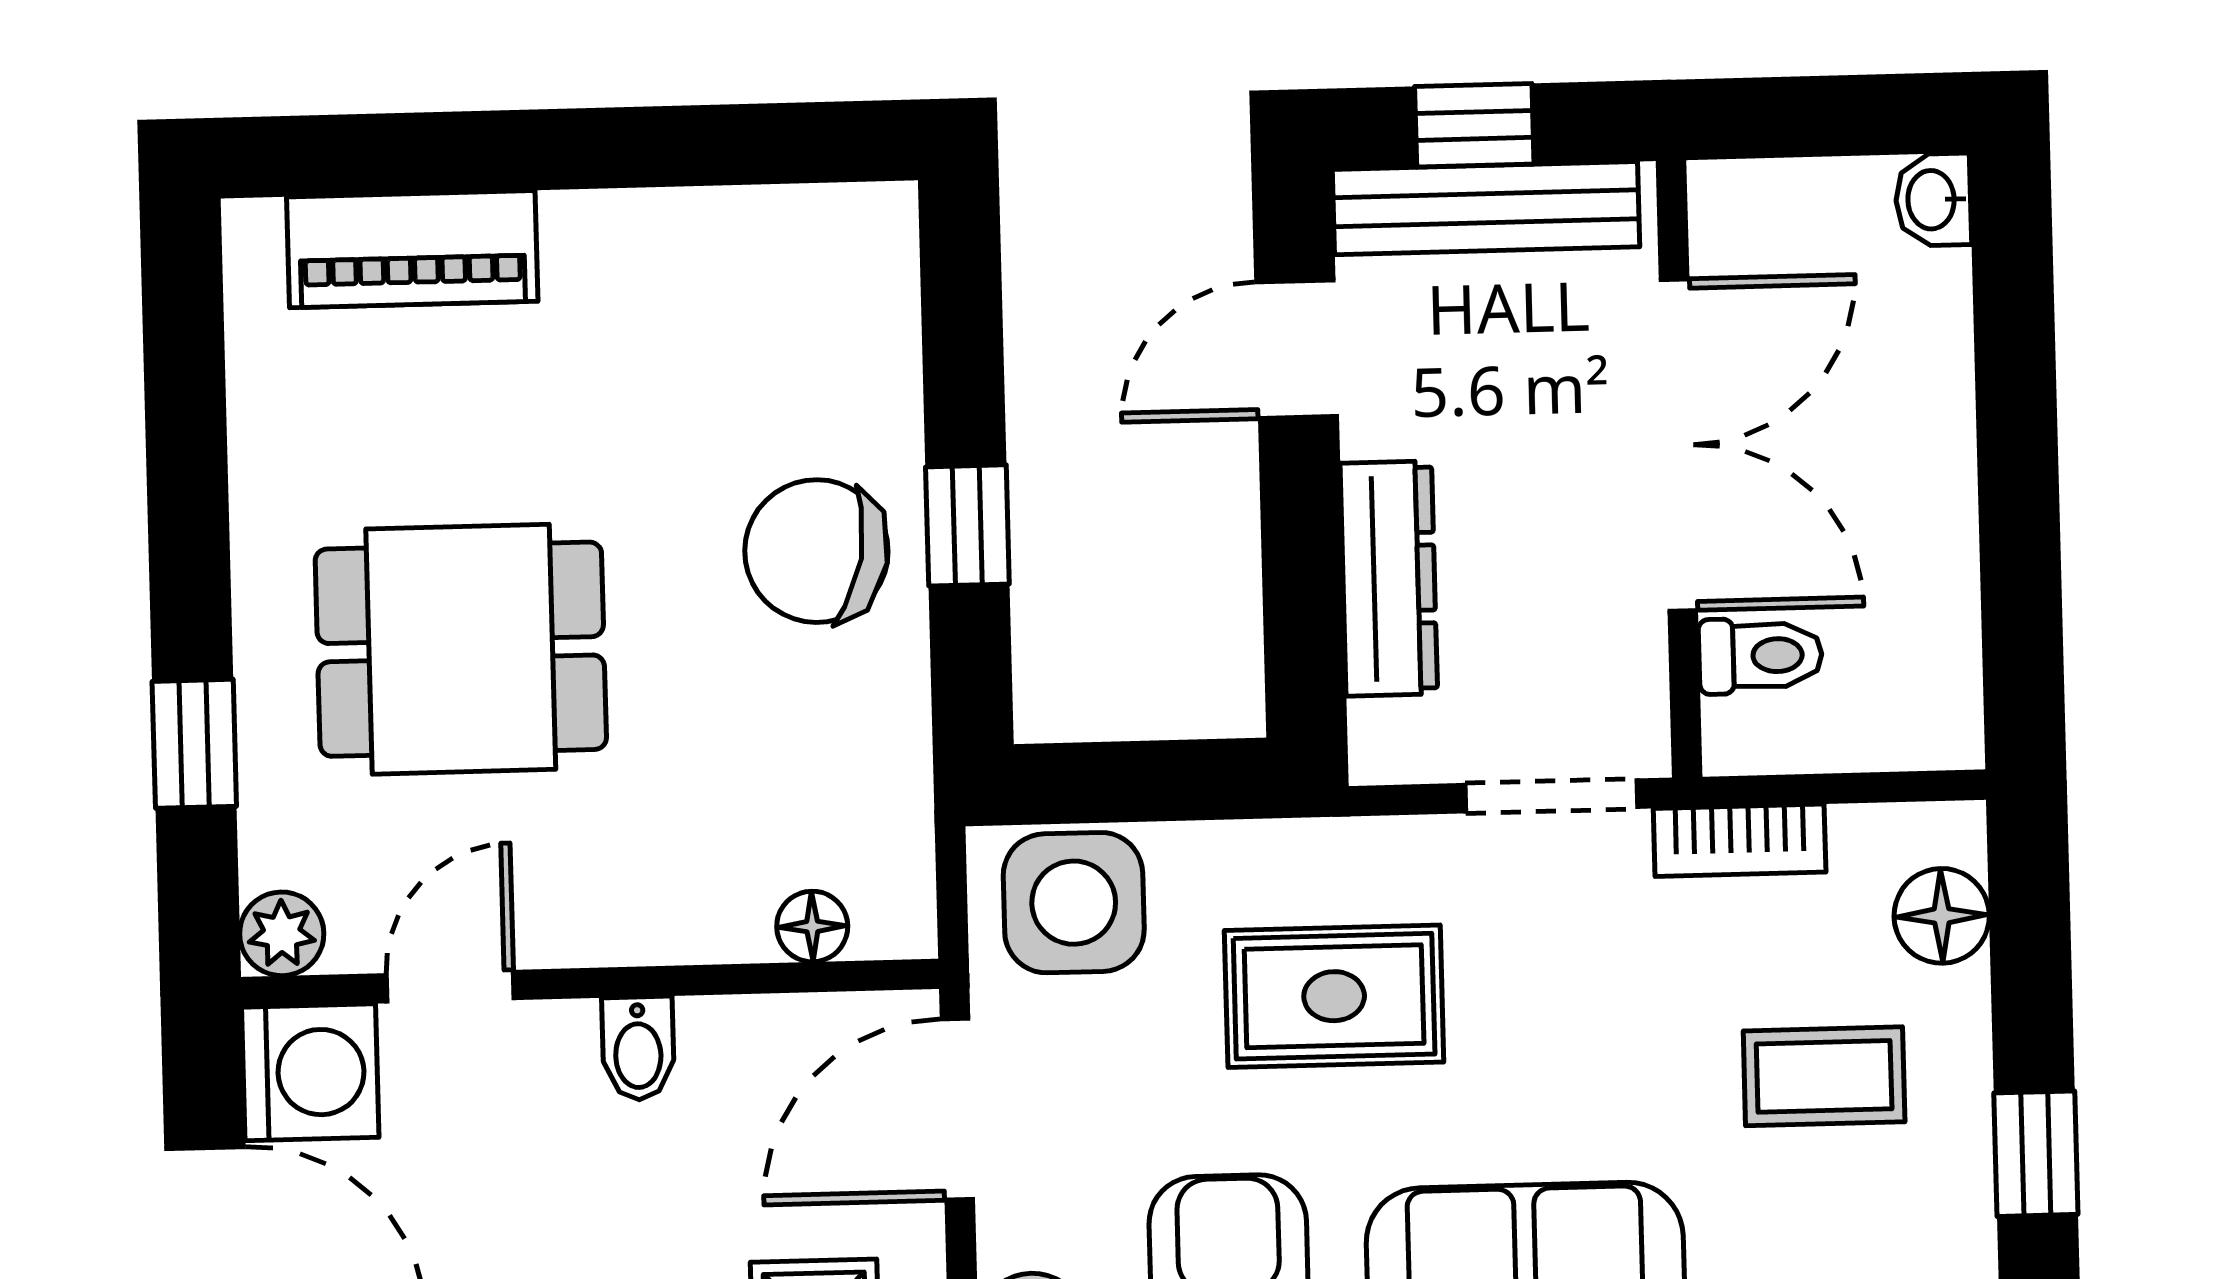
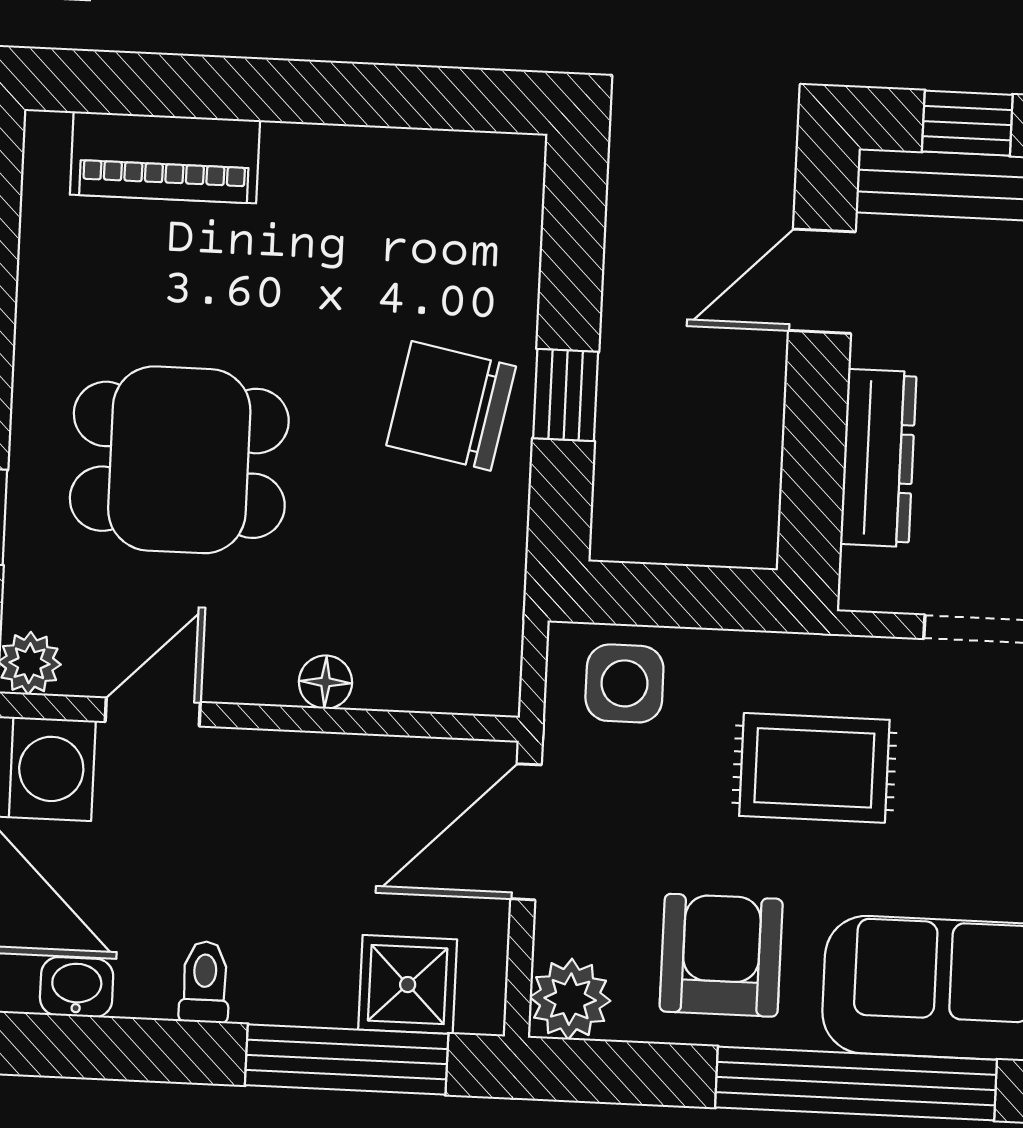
side table: (1074, 903) -> (624, 683), width x0.73, depth x0.73
floor lamp: (812, 926) -> (325, 682), moved
bidet: (638, 1048) -> (290, 769), removed

